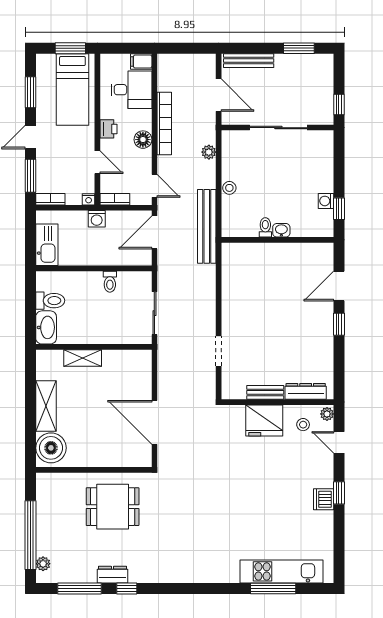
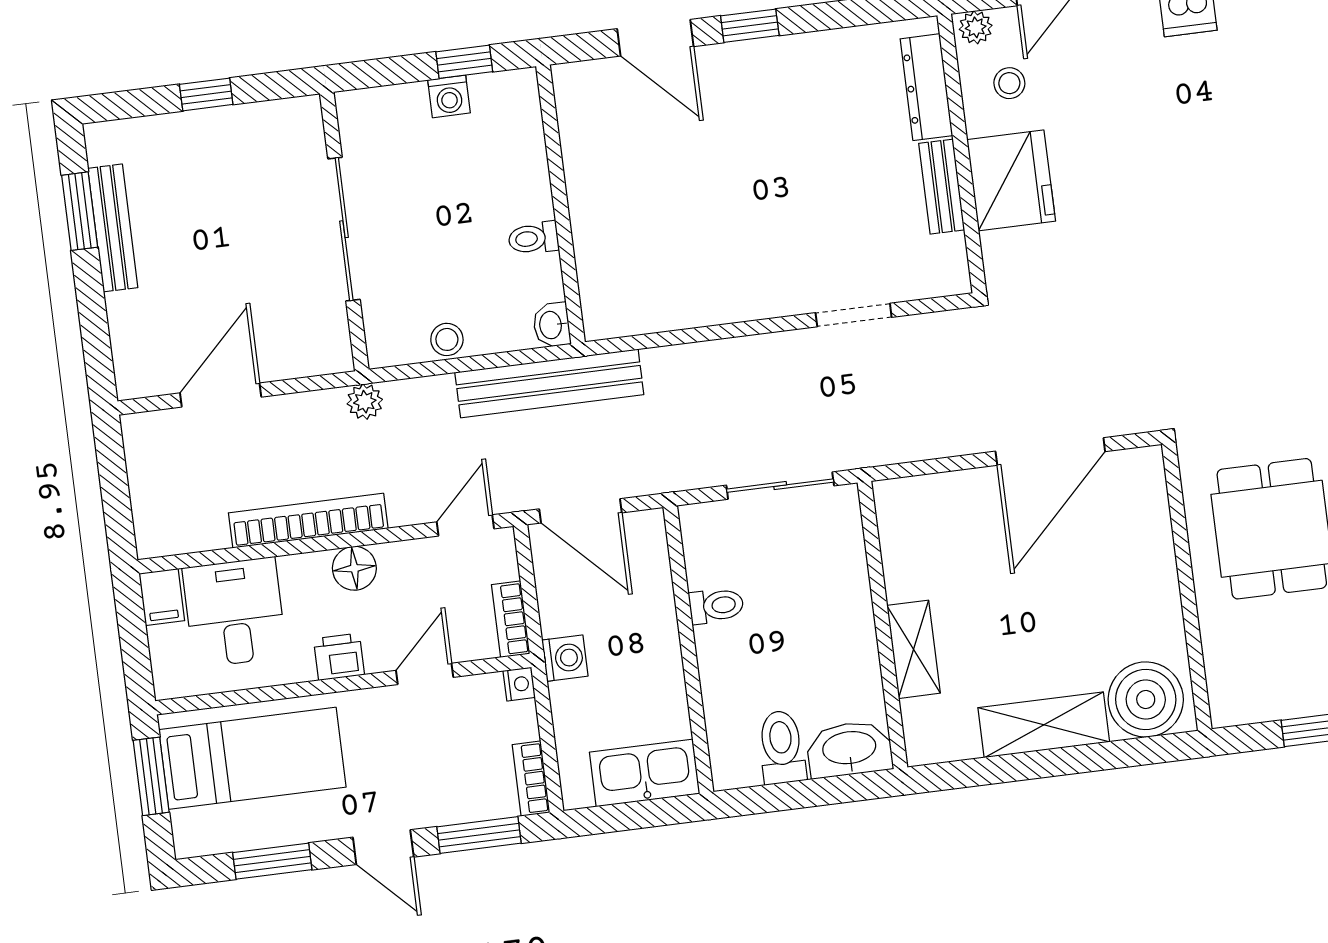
bench: (249, 61) -> (113, 228), moved
wall: (277, 128) -> (344, 232), moved
sliding door: (278, 128) -> (344, 229), moved
washbasin: (281, 230) -> (552, 325), moved

